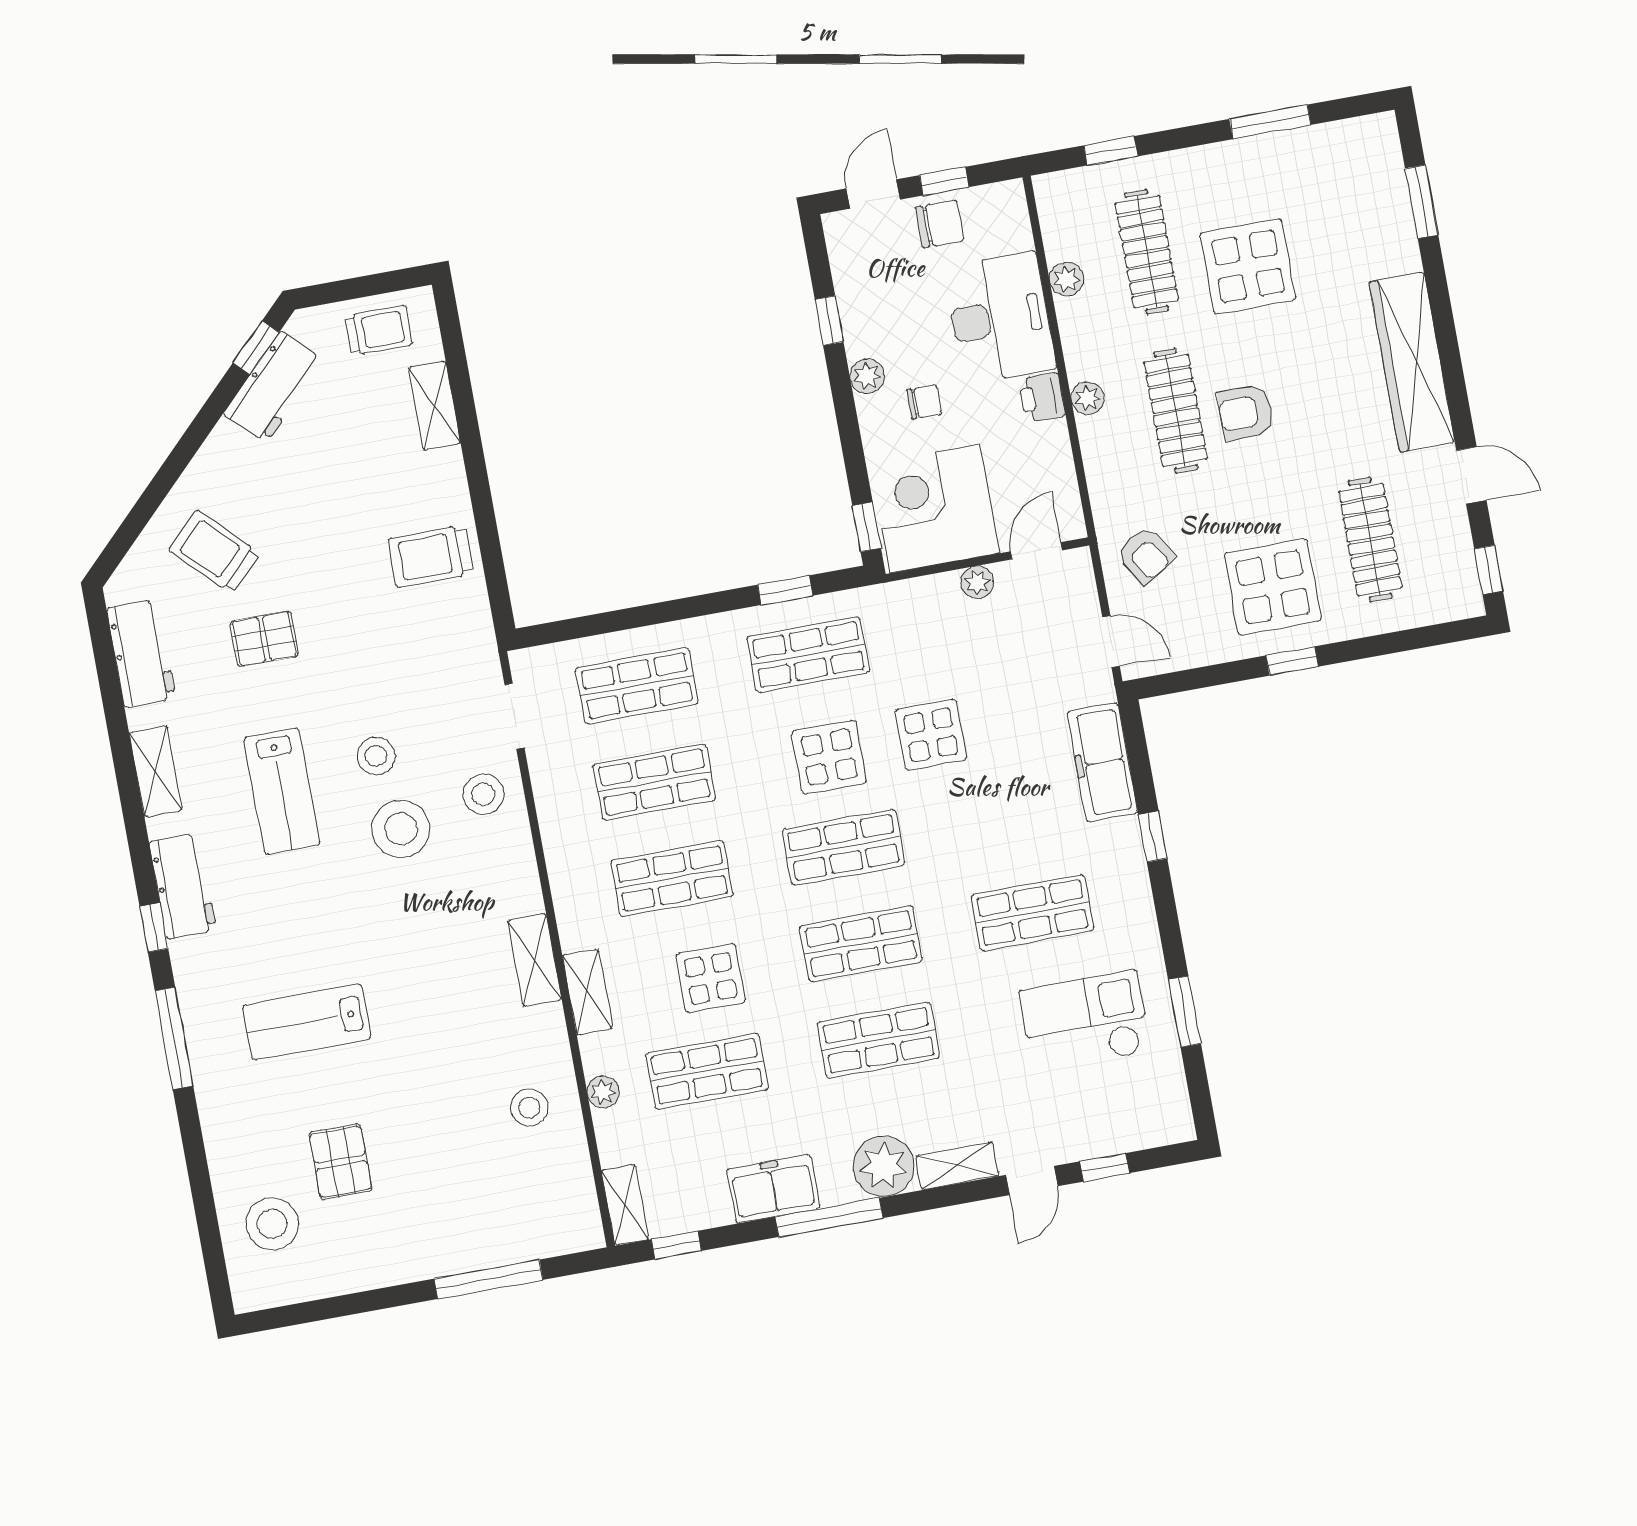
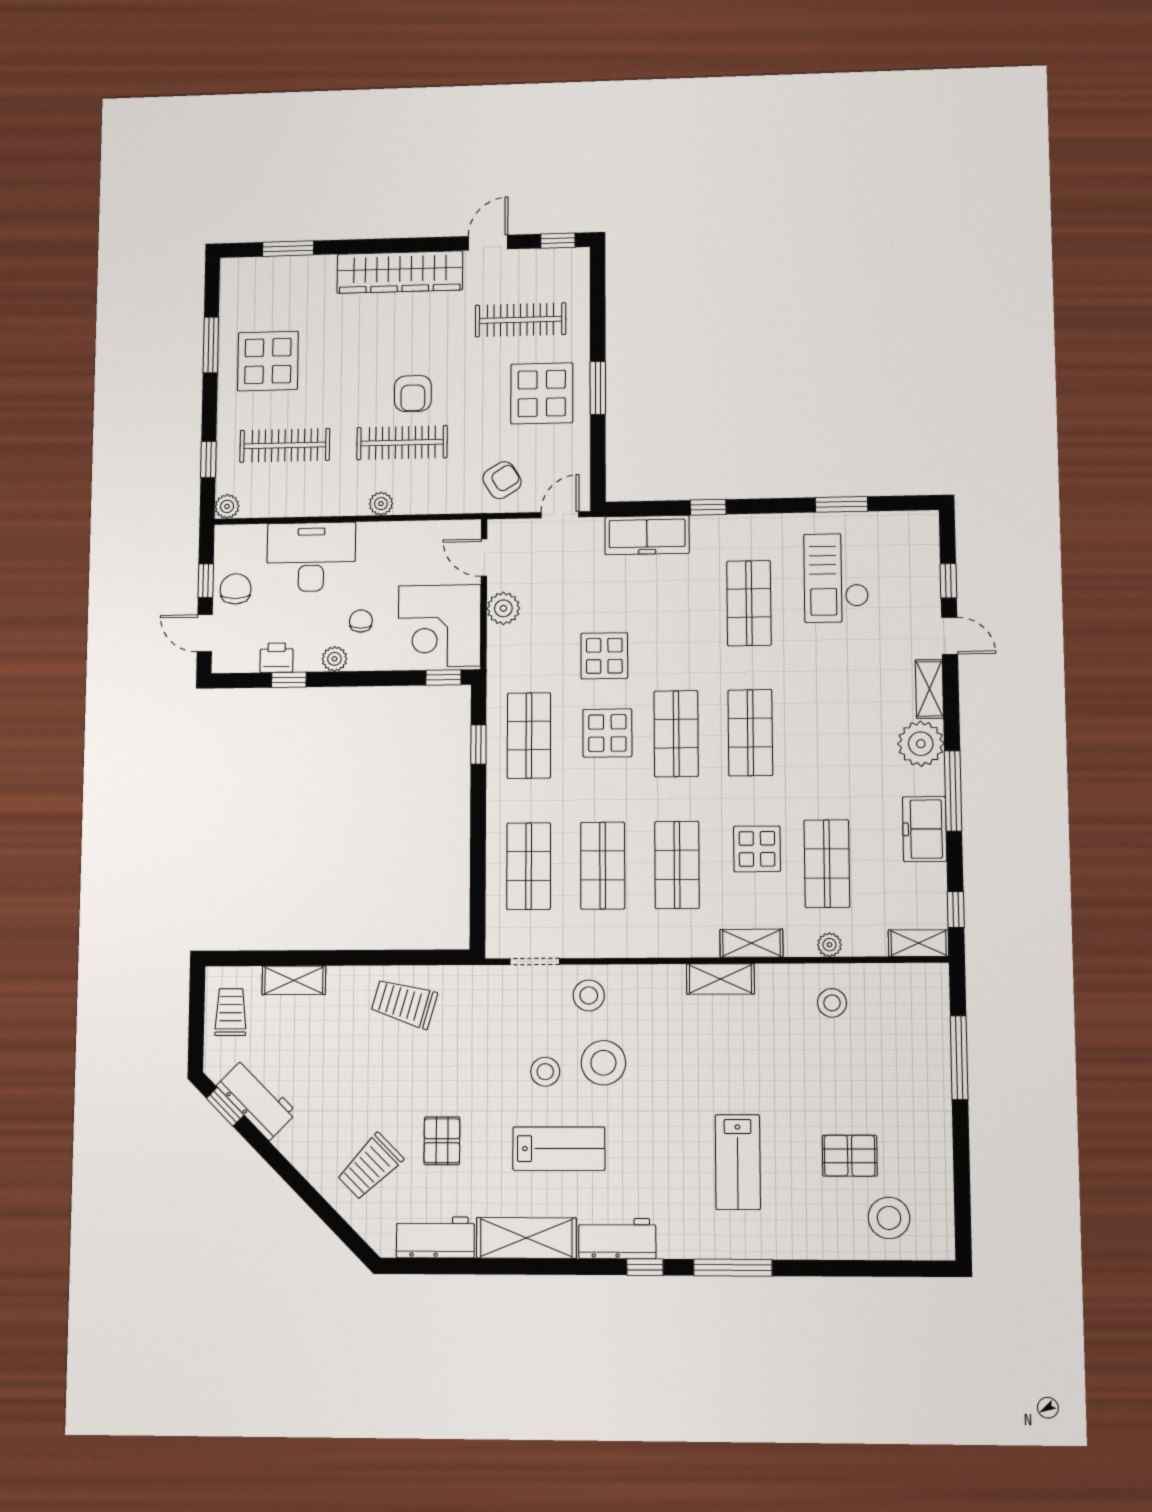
display table: (1248, 266) -> (268, 361), moved
plant: (1067, 279) -> (227, 506), moved
printer: (1042, 397) -> (277, 658), moved, turned 180
trolley: (431, 556) -> (404, 1003), turned 106
plant: (977, 582) -> (503, 608), width x1.38, depth x1.38
window: (1292, 661) -> (598, 388), width x1.50
shelving: (156, 771) -> (526, 1238), width x1.50, depth x1.33
shop shelf: (878, 1040) -> (825, 732), removed

